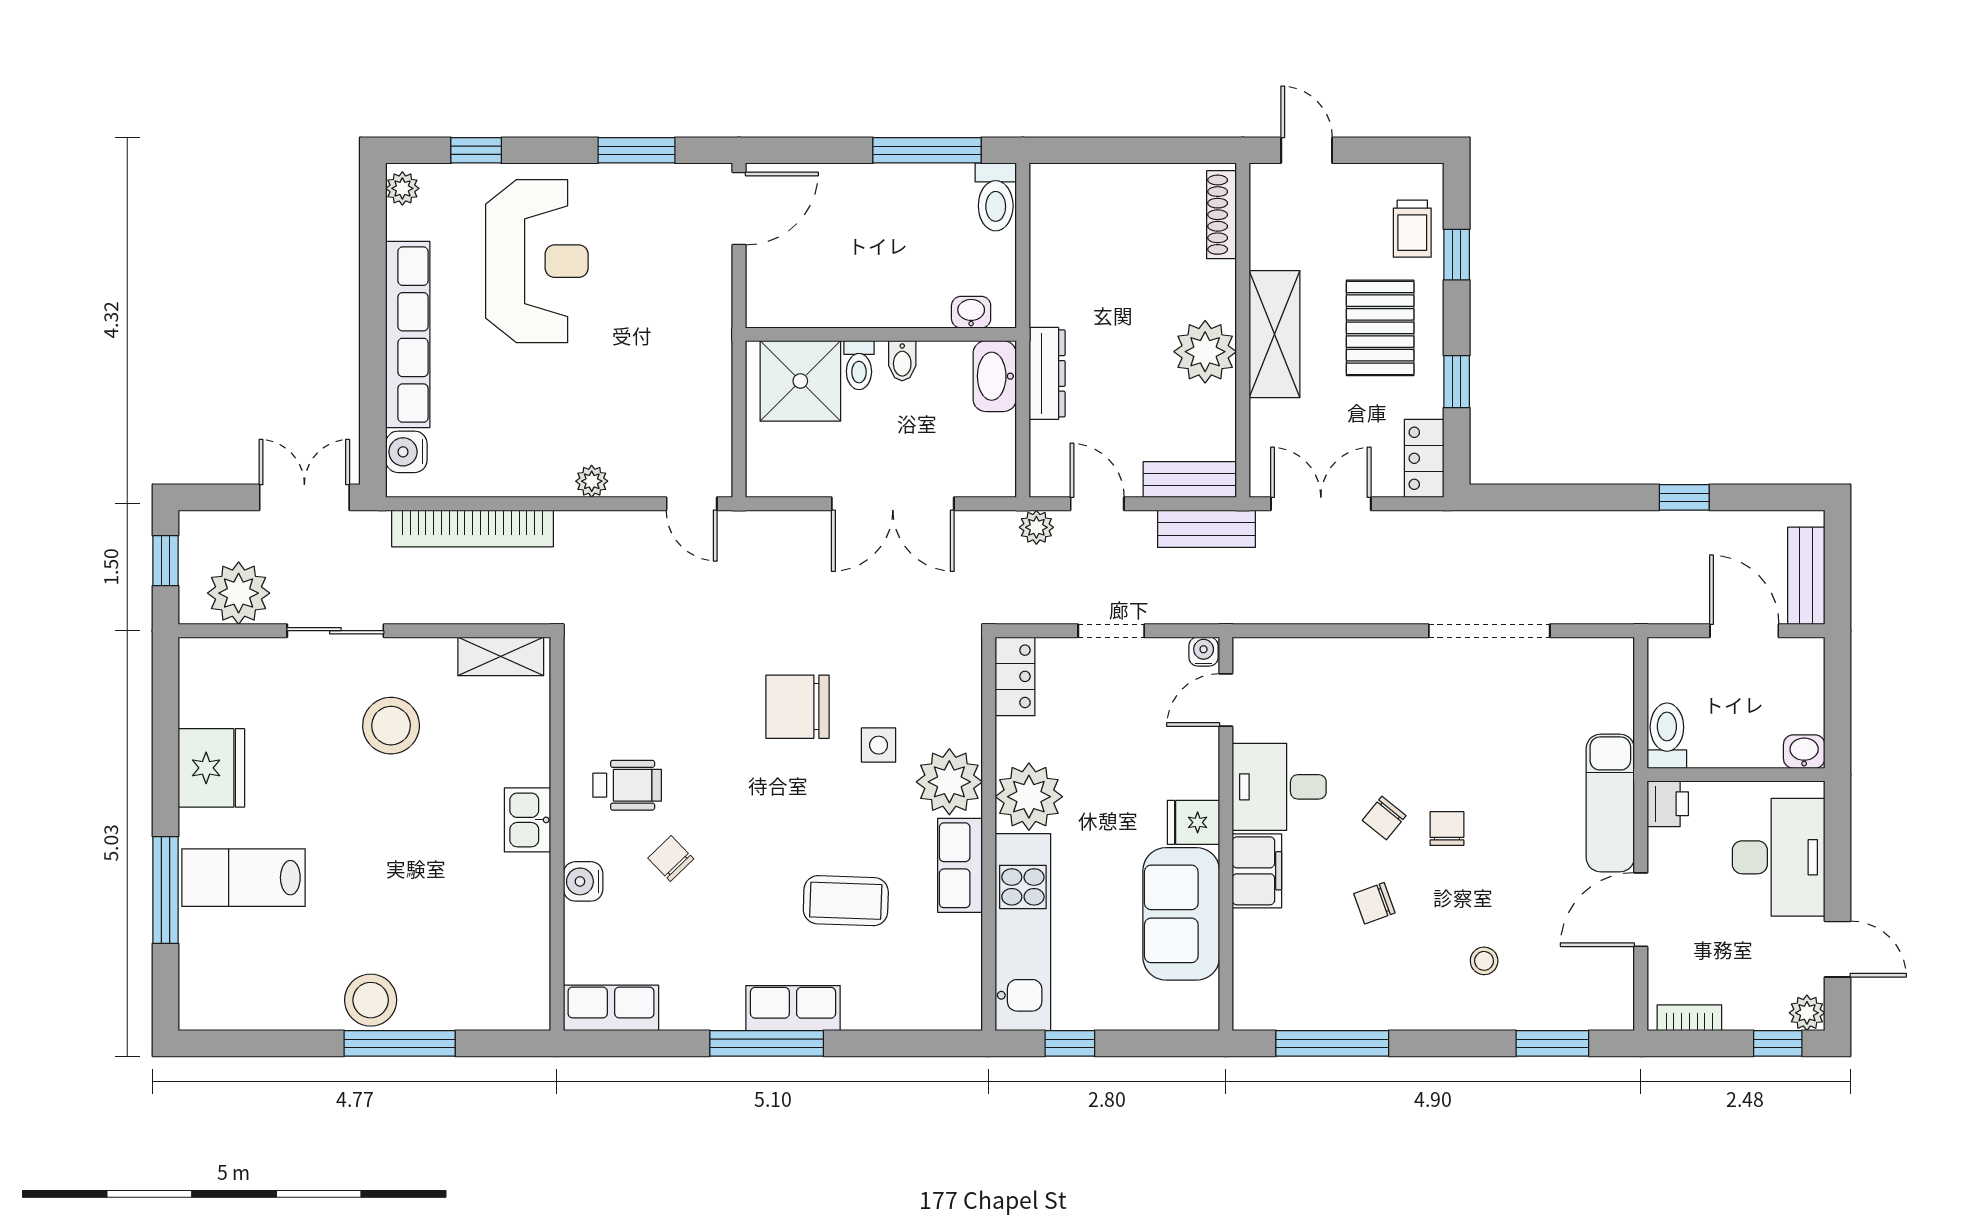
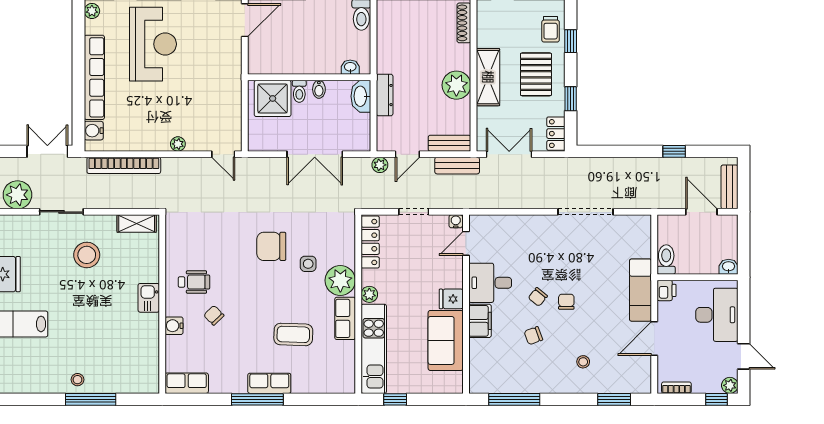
door: (1097, 504) -> (407, 154), swing flipped
locker: (1015, 676) -> (370, 242), width x1.53
plant: (1029, 797) -> (369, 294), width x0.53, depth x0.53
stool: (371, 1000) -> (77, 380), width x0.53, depth x0.53

